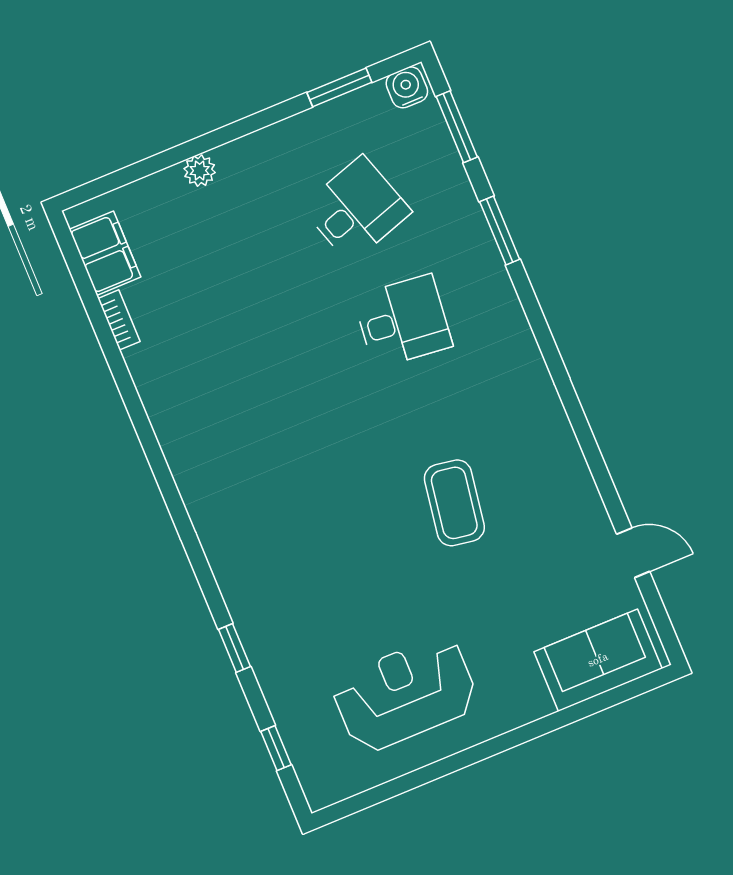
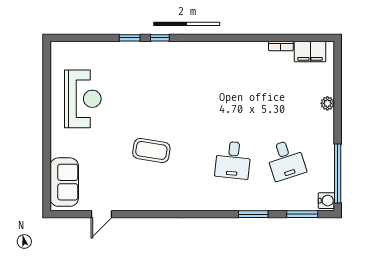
window: (339, 87) -> (338, 173), width x2.11
window: (276, 748) -> (160, 38), moved

